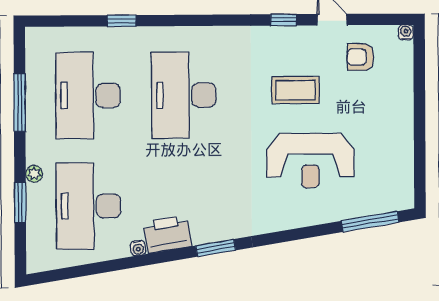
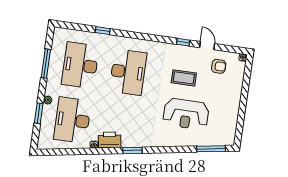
armchair: (361, 57) -> (219, 66), turned 180
desk: (184, 95) -> (128, 72), turned 180

